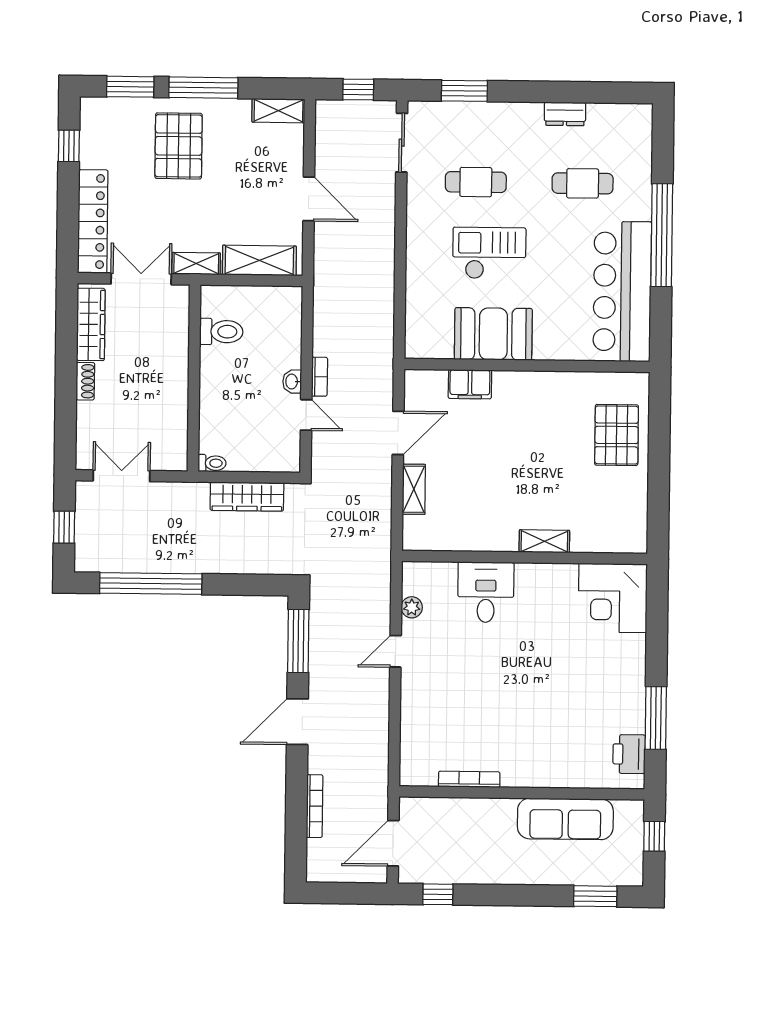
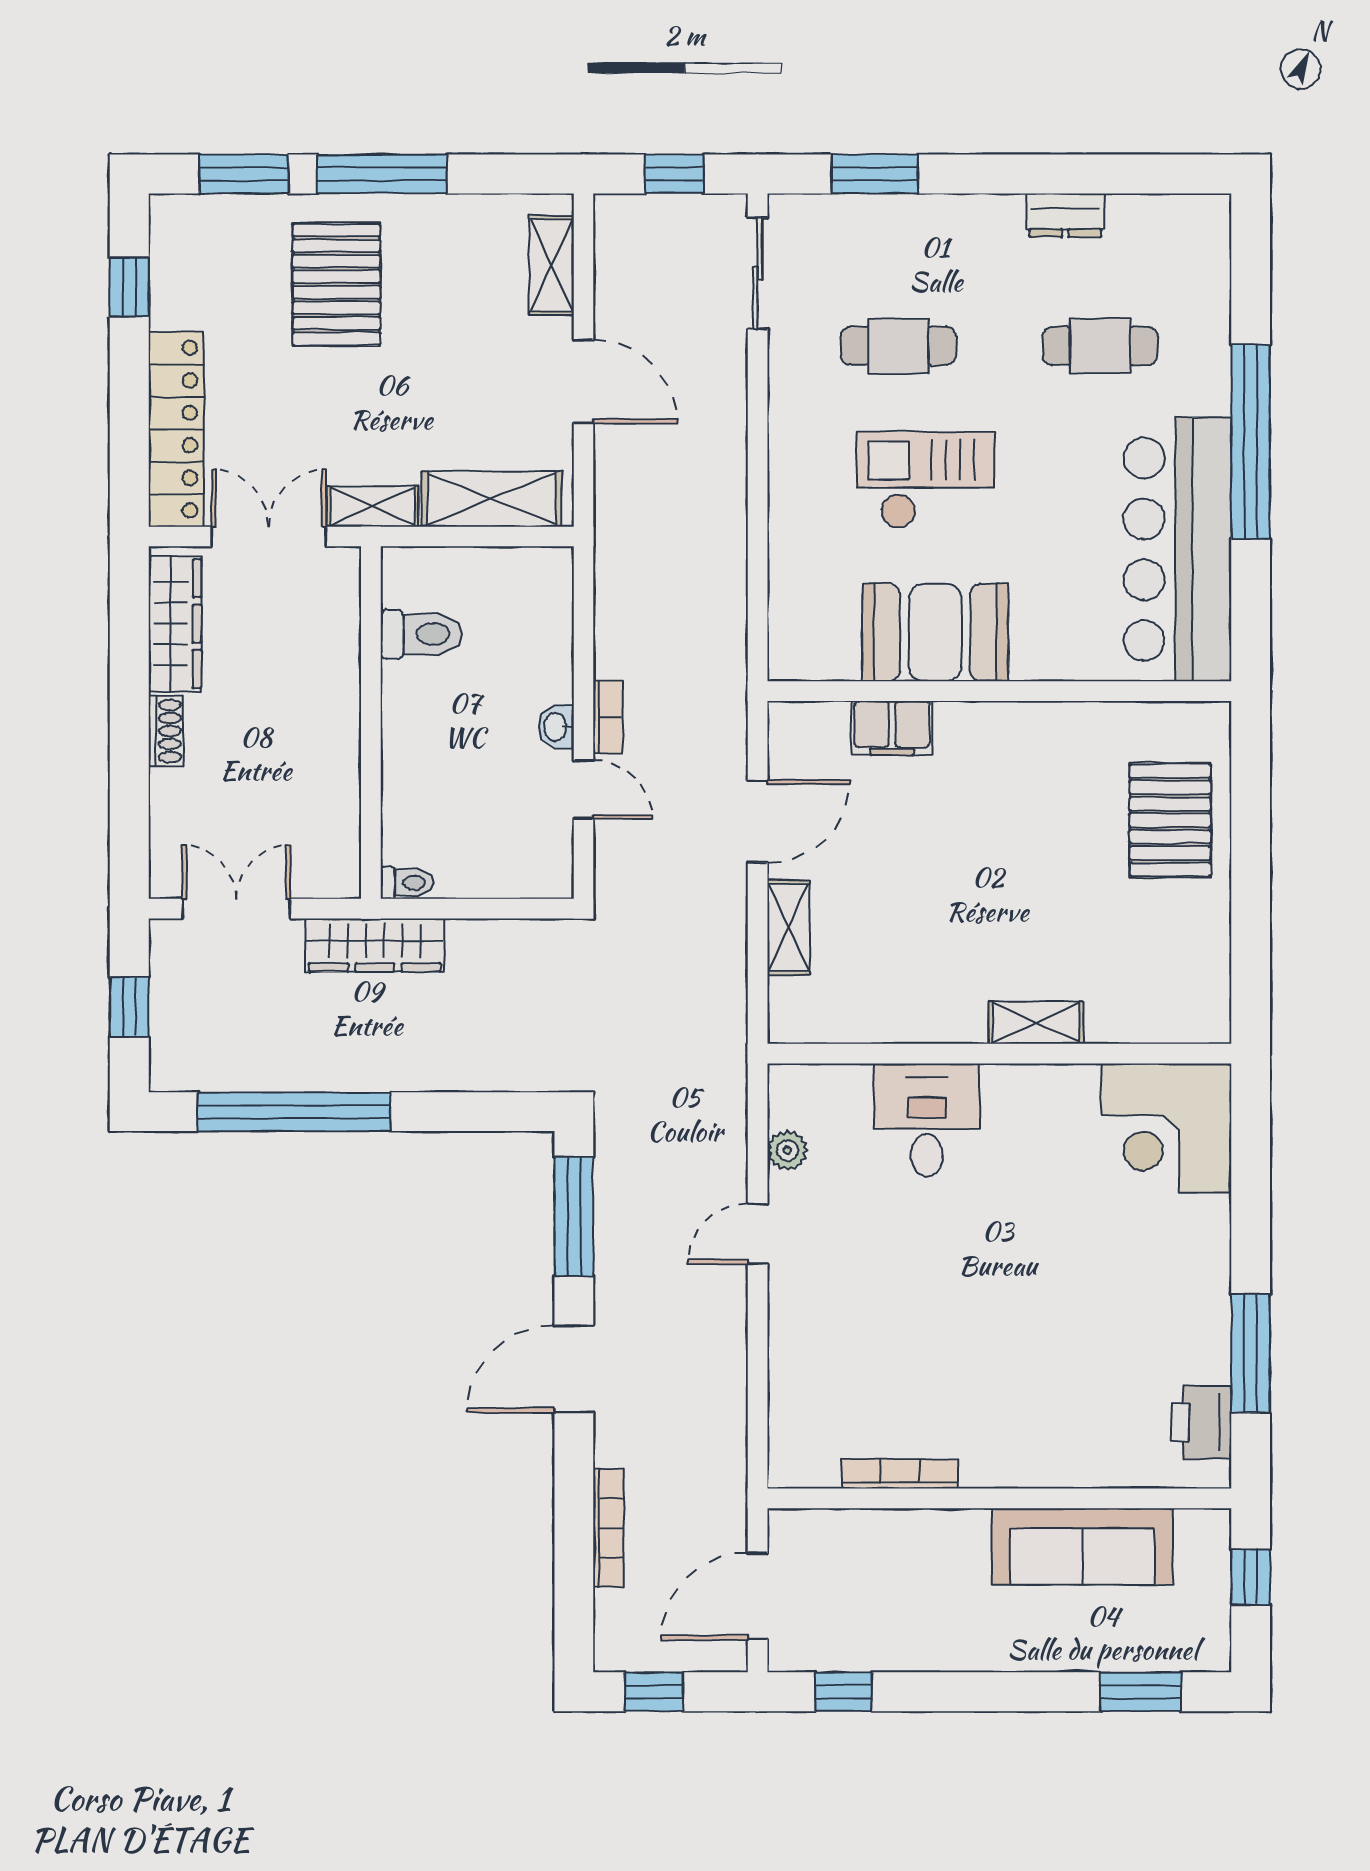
shelving: (278, 111) -> (552, 265), moved, turned 90
wardrobe: (247, 497) -> (375, 945), moved
window: (338, 893) -> (654, 1692), added

